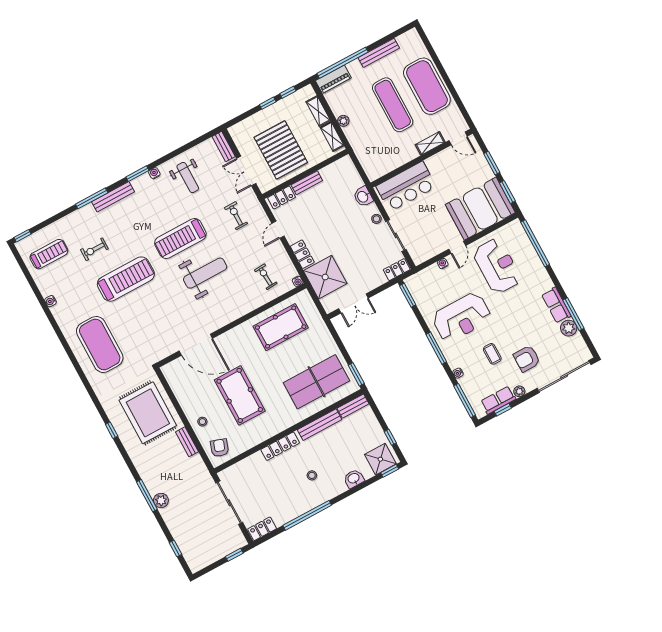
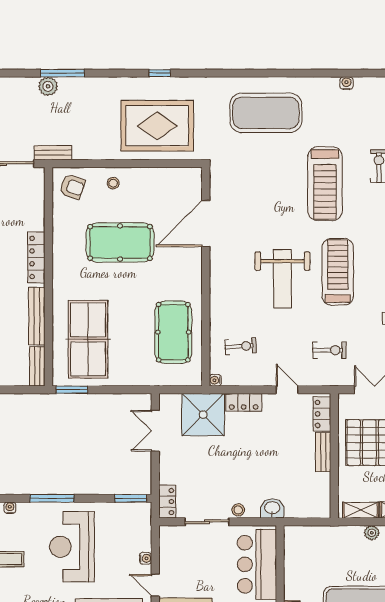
bench: (187, 442) -> (53, 153), moved

